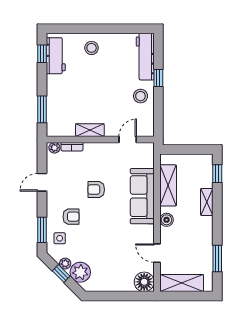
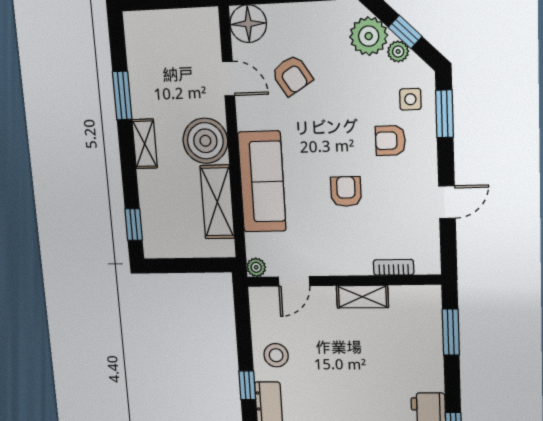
plant: (54, 148) -> (256, 267), moved
armchair: (96, 190) -> (346, 192), turned -90
shelving: (207, 202) -> (145, 144), moved
boiler: (167, 220) -> (205, 141), width x1.86, depth x1.86
armchair: (122, 253) -> (292, 75), added
window: (217, 259) -> (122, 96), moved
shelving: (182, 283) -> (180, 25), removed

